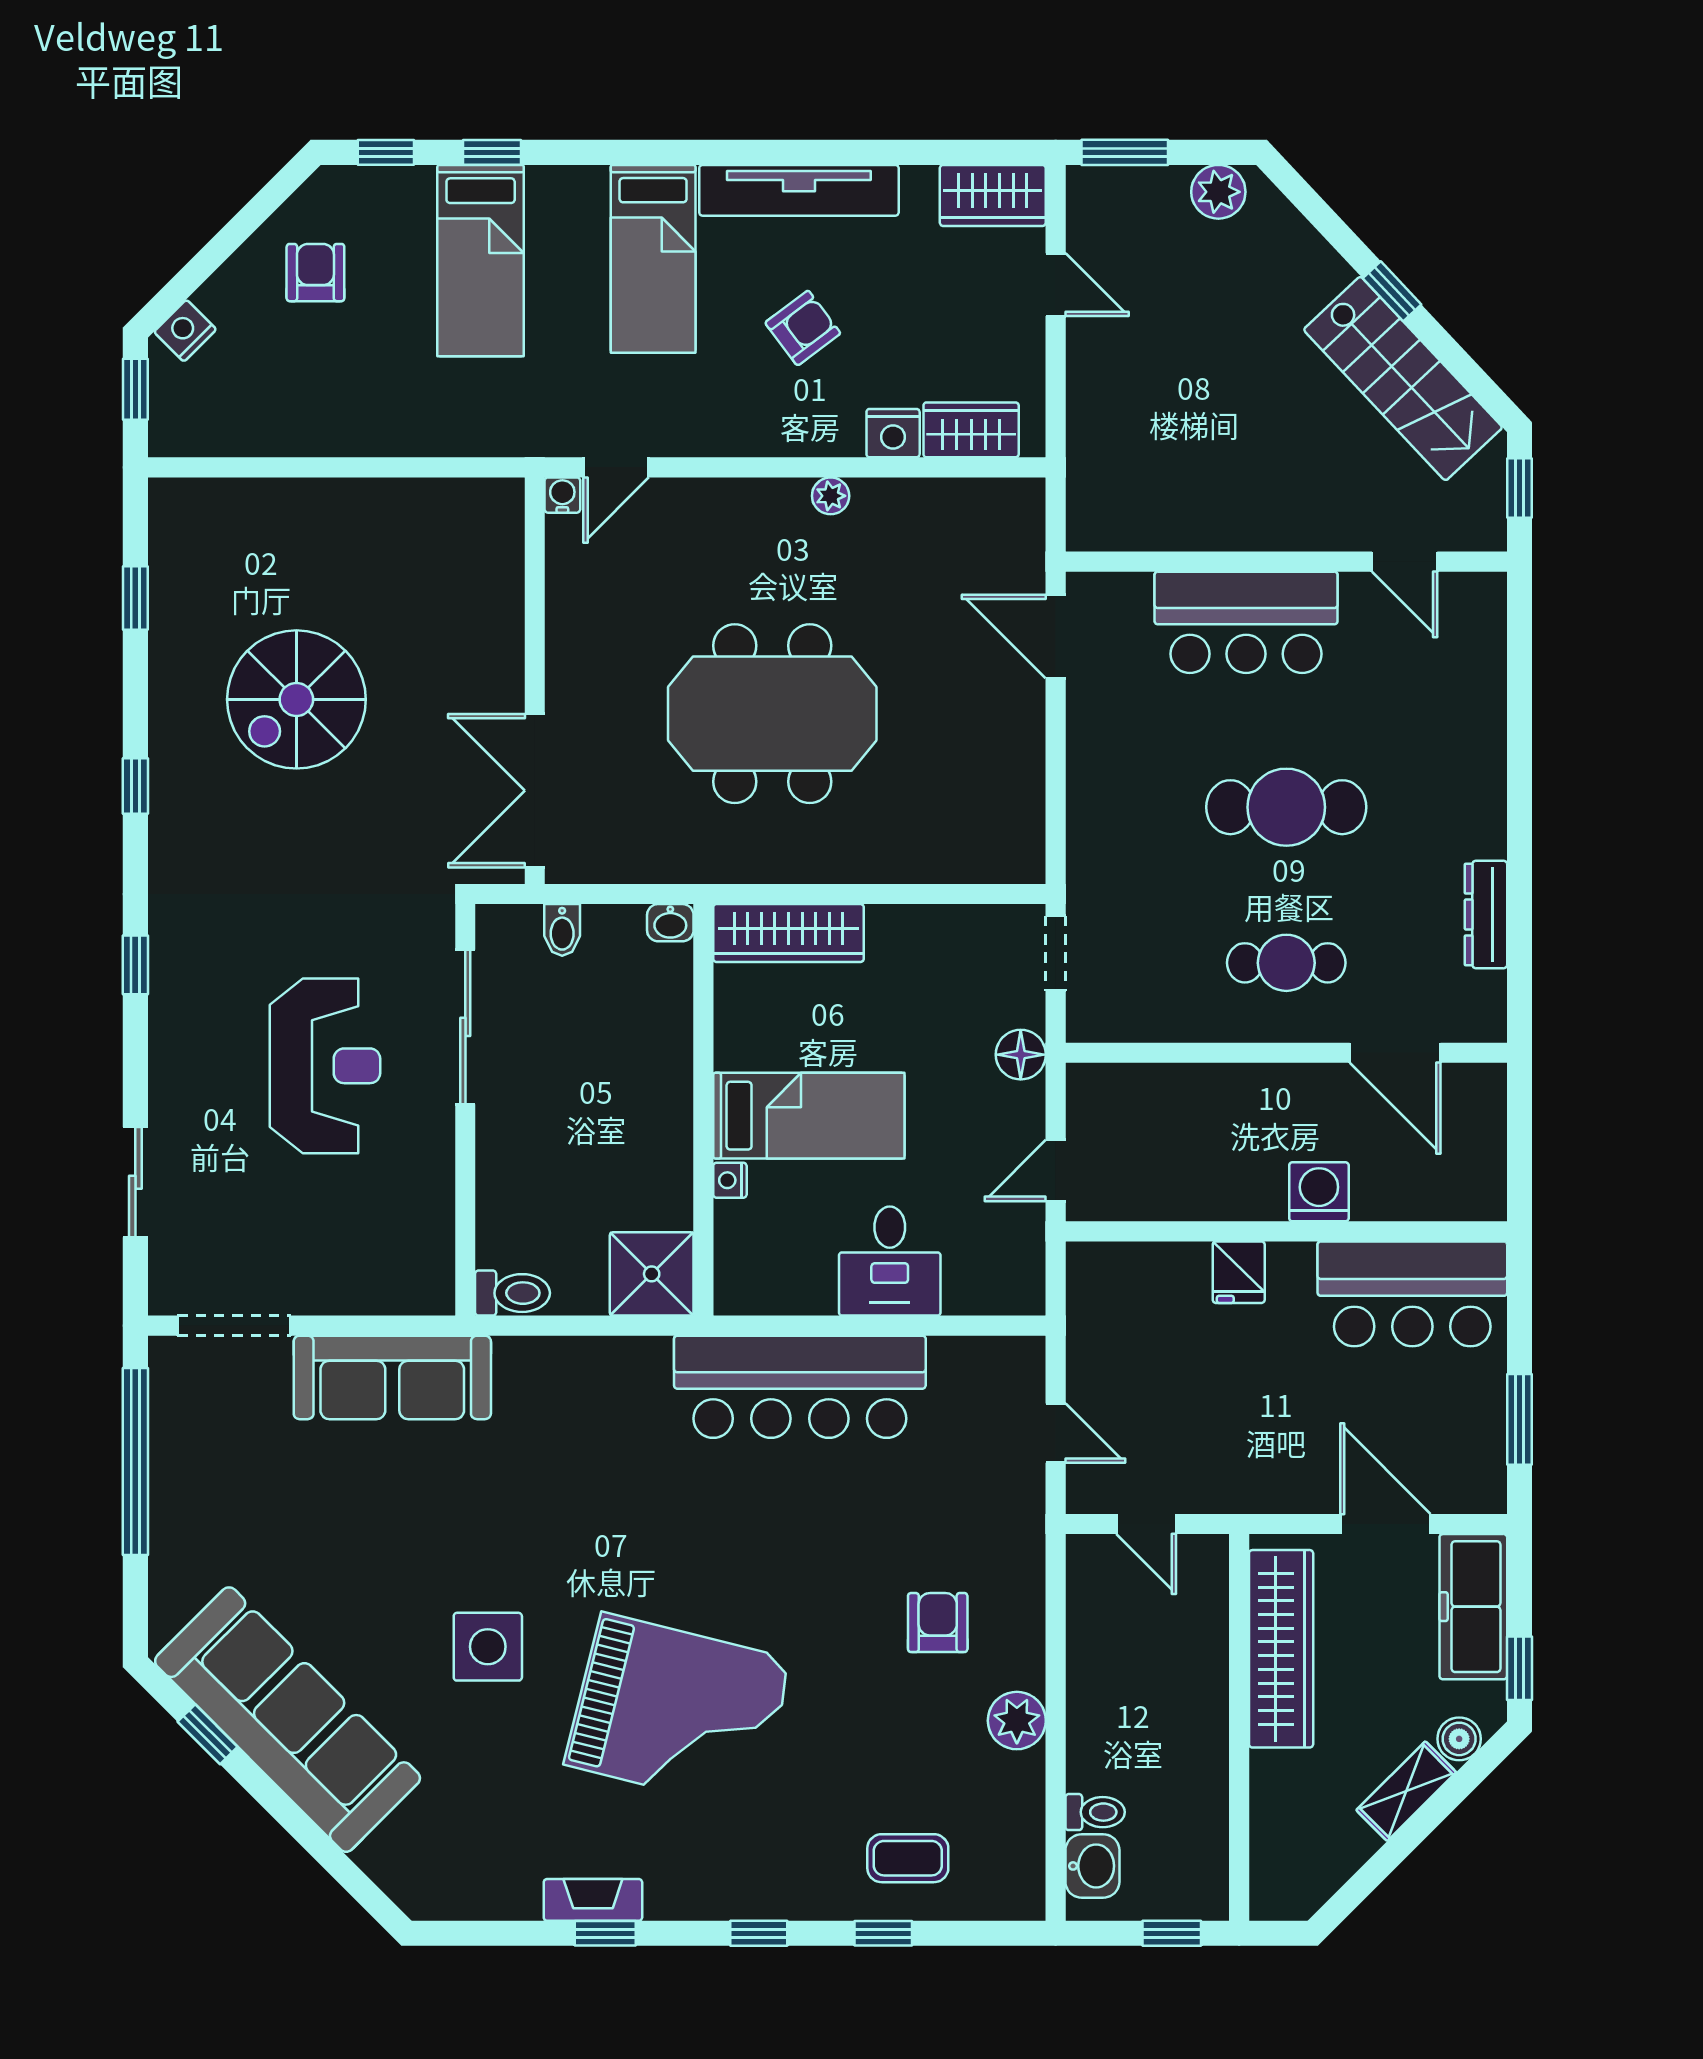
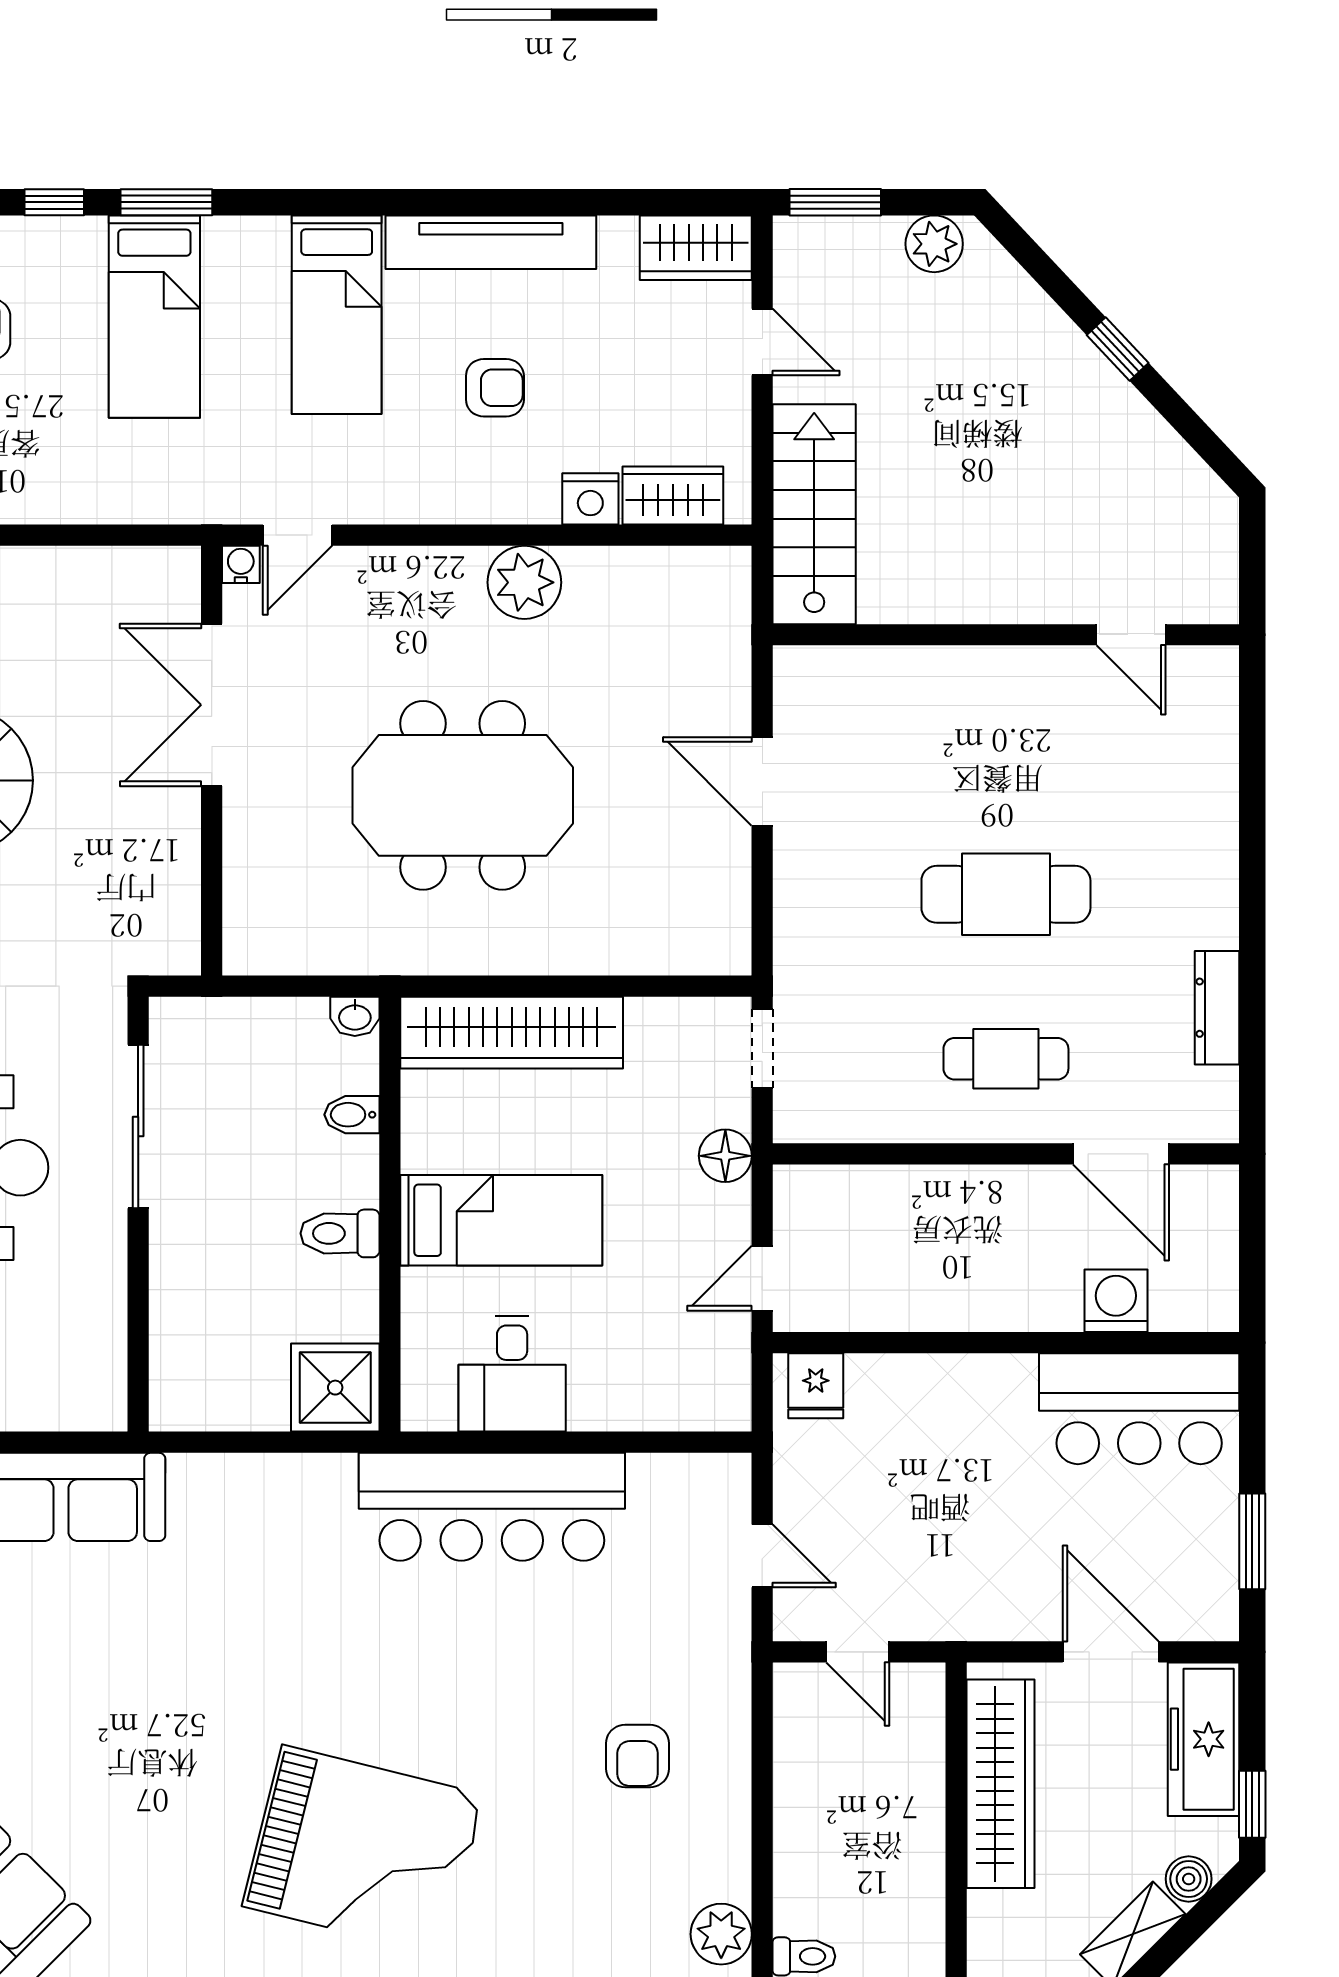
window: (492, 152) -> (166, 202), width x1.50
armchair: (803, 328) -> (495, 388), turned 37
stairs: (1403, 379) -> (814, 514), moved, turned -137
window: (1519, 488) -> (1252, 557), removed
plant: (831, 496) -> (524, 582), width x1.88, depth x1.88
bar counter: (1246, 622) -> (963, 699), removed
door: (1056, 636) -> (762, 781), moved
double door: (535, 791) -> (212, 705), moved
bidet: (562, 930) -> (352, 1115), moved, turned 90
wardrobe: (788, 933) -> (512, 1033), width x1.40, depth x1.17
nightstand: (730, 1180) -> (418, 1289), removed
washing machine: (1319, 1192) -> (1116, 1301), moved
desk: (890, 1261) -> (512, 1374), moved
fridge: (1239, 1272) -> (816, 1386), moved
toilet: (512, 1293) -> (340, 1233), moved, turned 180
armchair: (938, 1623) -> (638, 1756), turned 180
side table: (488, 1647) -> (162, 1782), removed
plant: (1017, 1721) -> (721, 1934), moved

